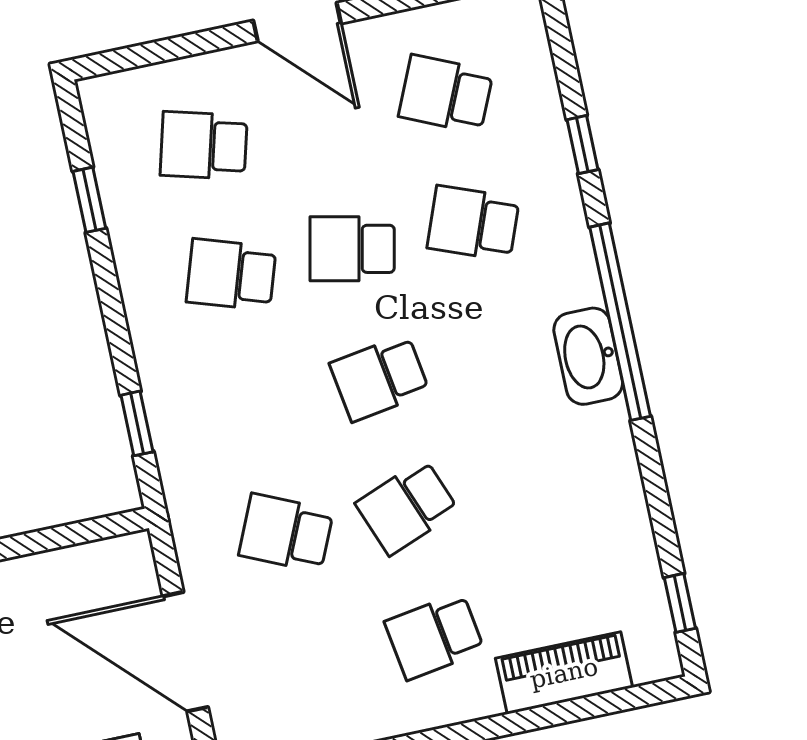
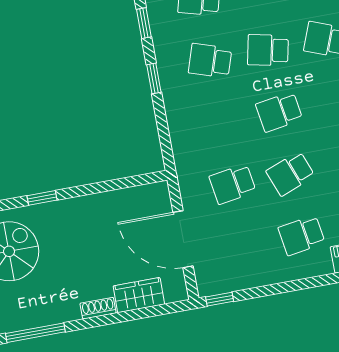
window: (137, 423) -> (154, 78), moved
school desk: (286, 533) -> (233, 184), turned -33

